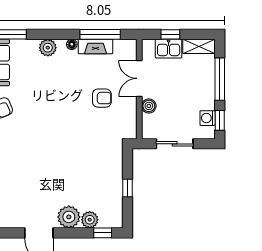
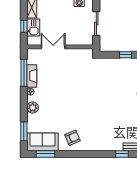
double door: (139, 78) -> (53, 47), swing flipped
armchair: (102, 98) -> (66, 72), removed
boiler: (149, 106) -> (71, 41), removed

